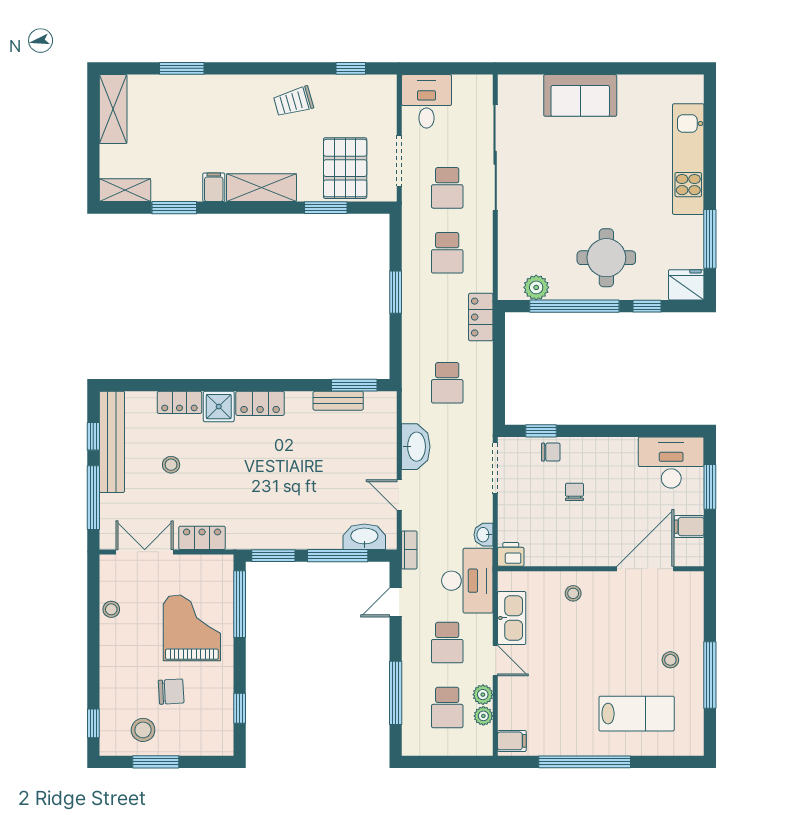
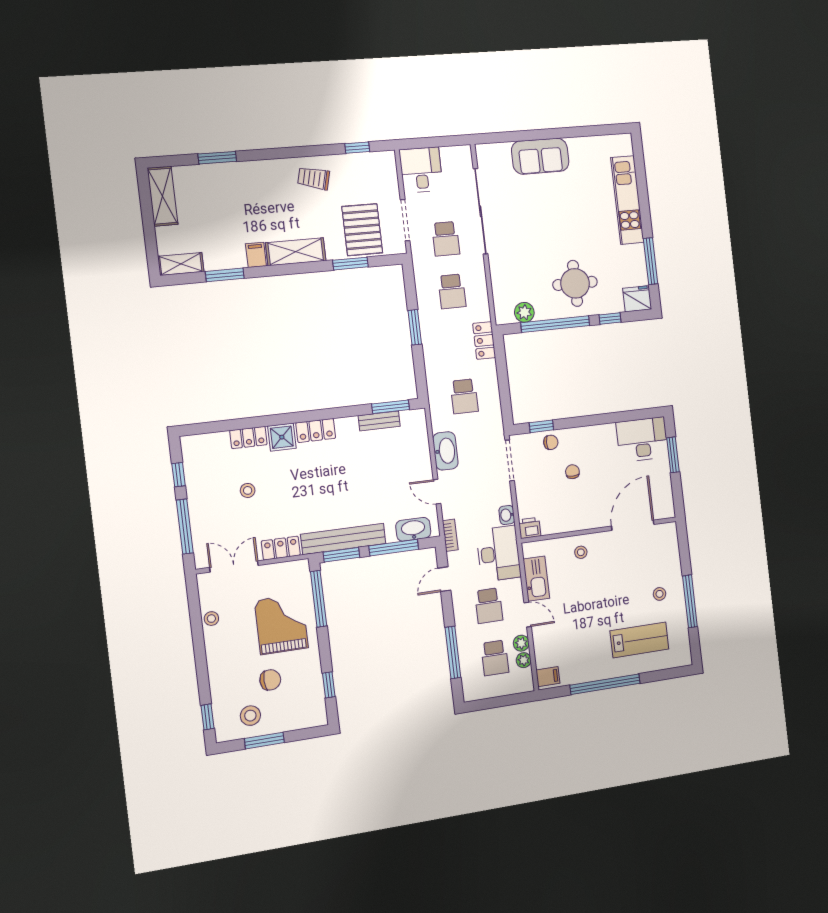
trolley: (293, 102) -> (314, 178), turned 30
bench: (112, 442) -> (343, 539), moved, turned 90
filing cabinet: (689, 527) -> (661, 488), removed

